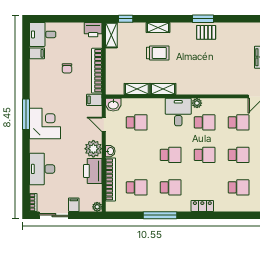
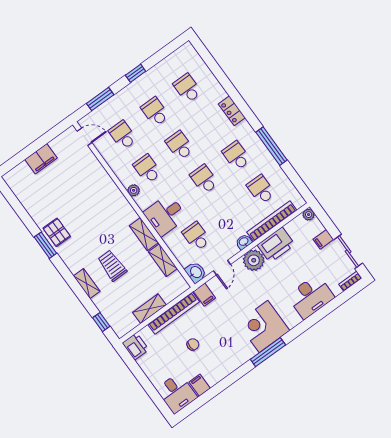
shelving: (111, 35) -> (149, 309), moved
desk: (178, 112) -> (165, 215), moved

